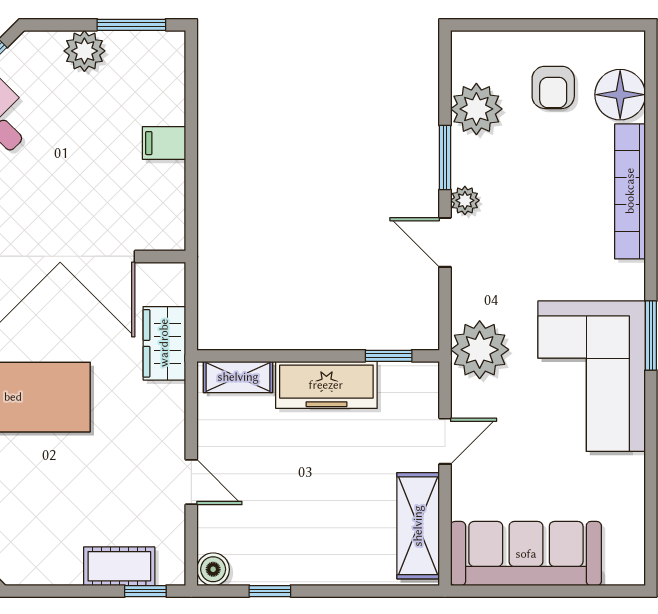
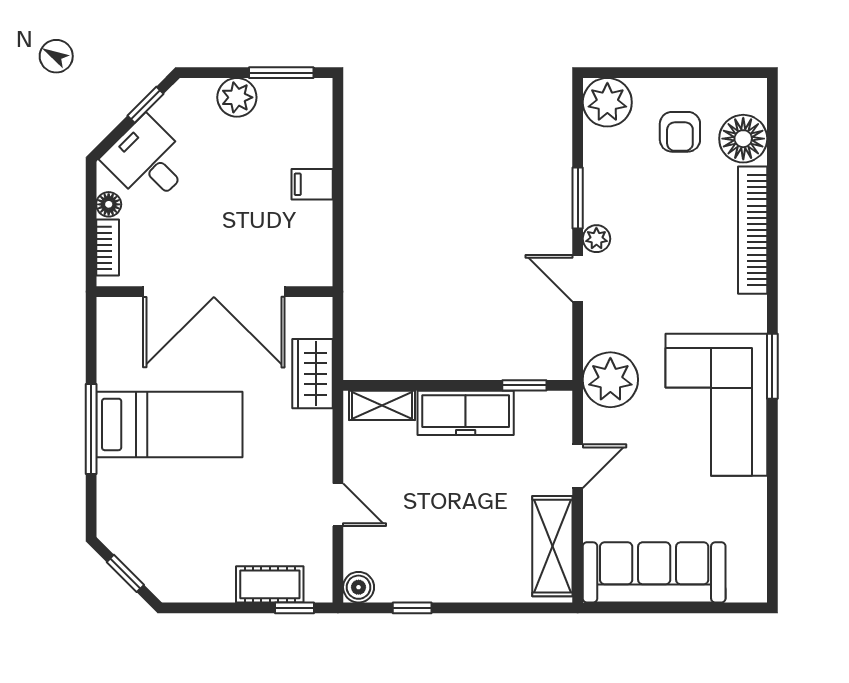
plant: (476, 109) -> (607, 102), moved

